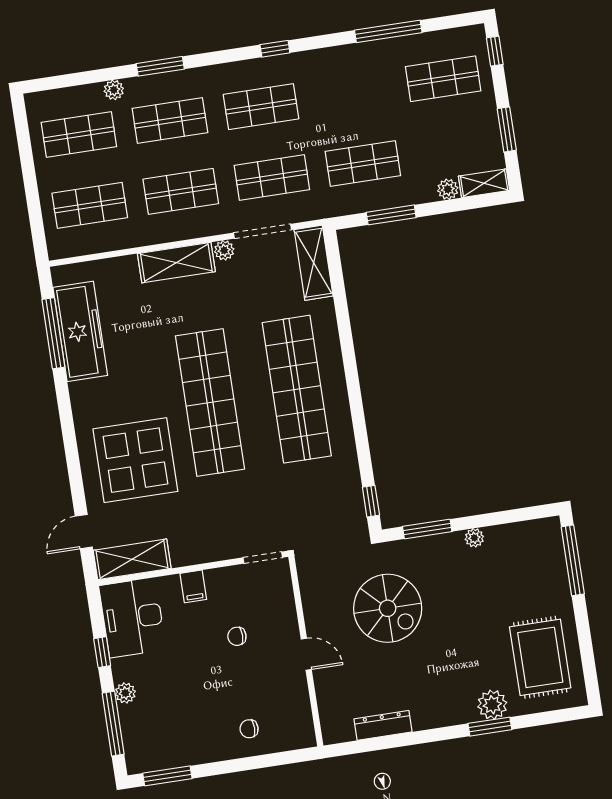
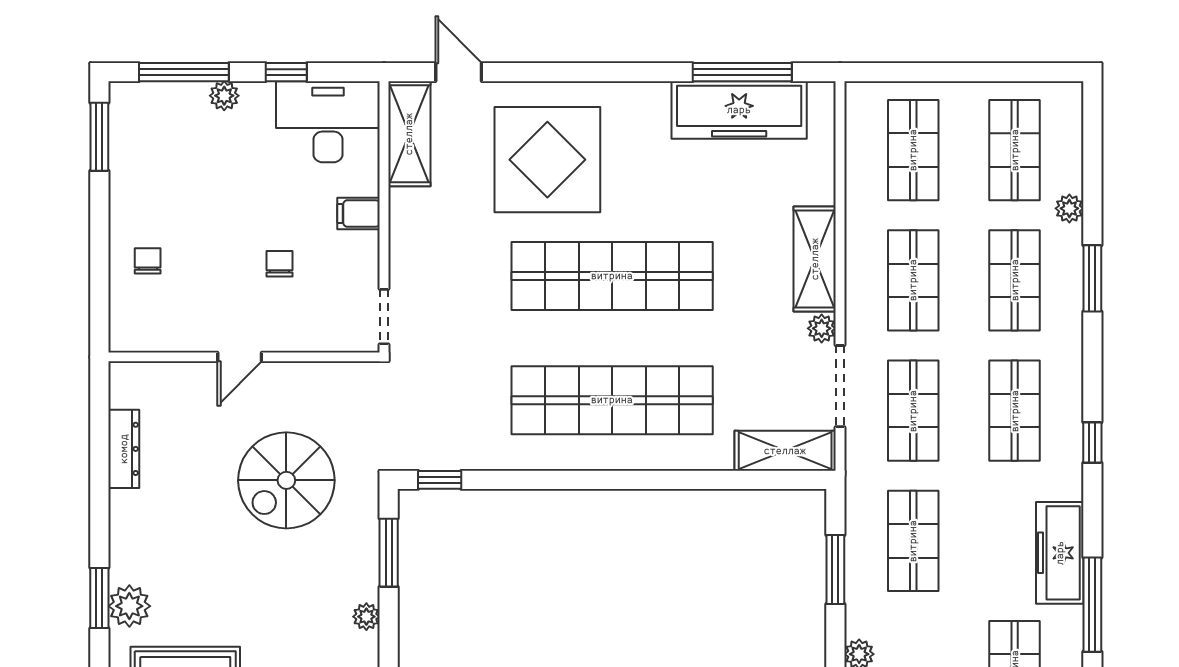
freezer: (356, 60) -> (1060, 553), added

